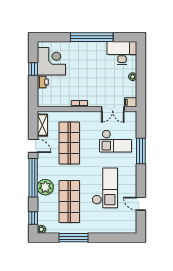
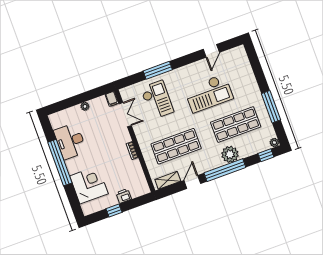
desk: (122, 53) -> (70, 141), moved
corner desk: (51, 61) -> (89, 185), moved, turned 90
checkout: (105, 188) -> (209, 93), turned 180

